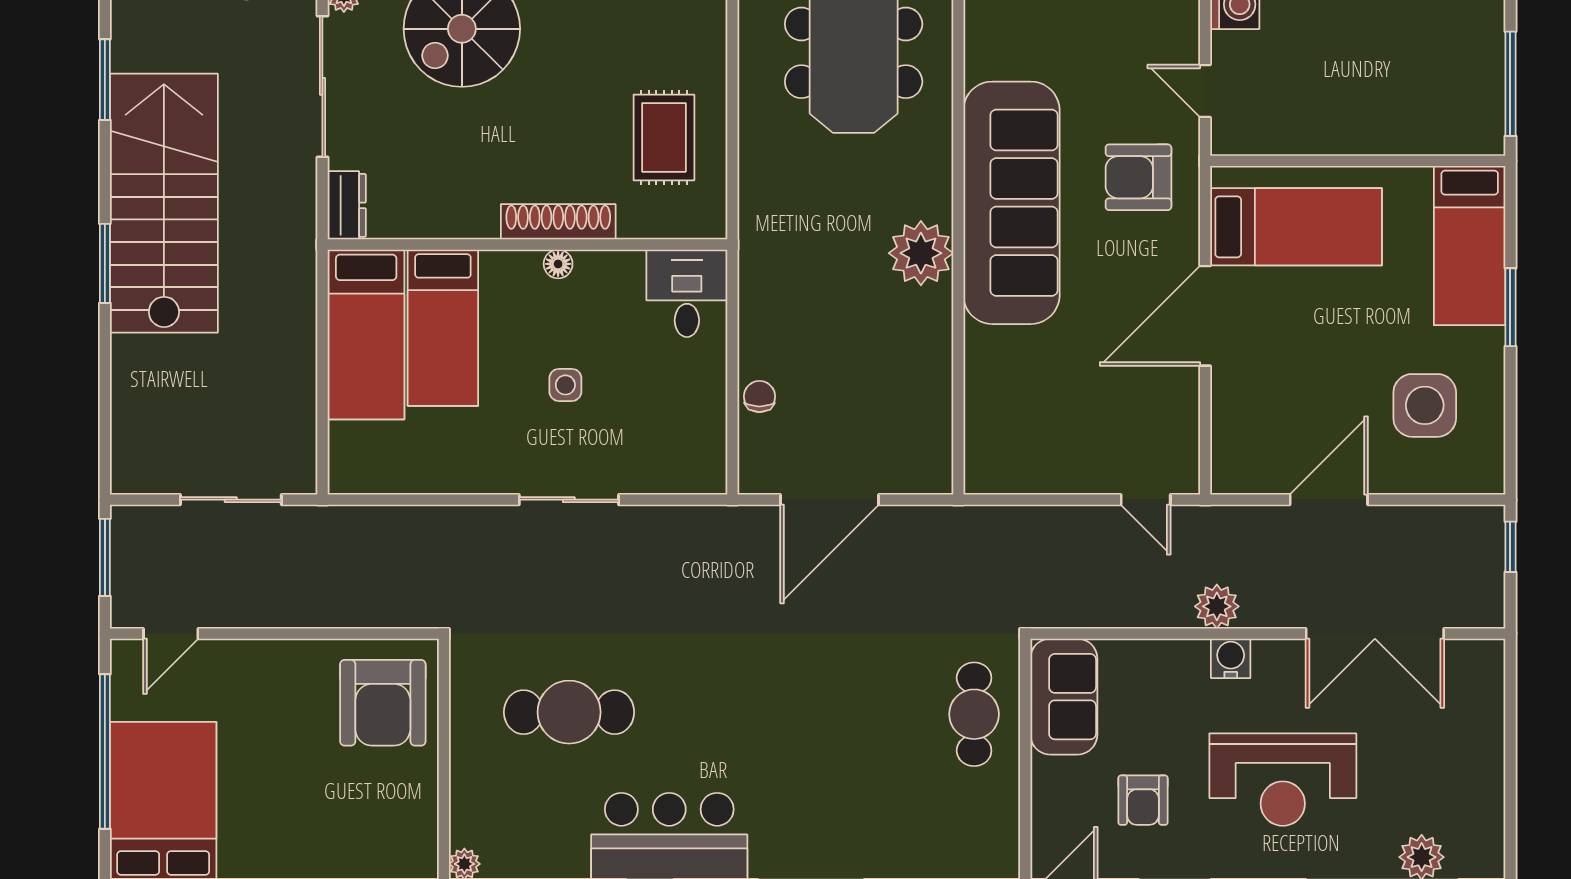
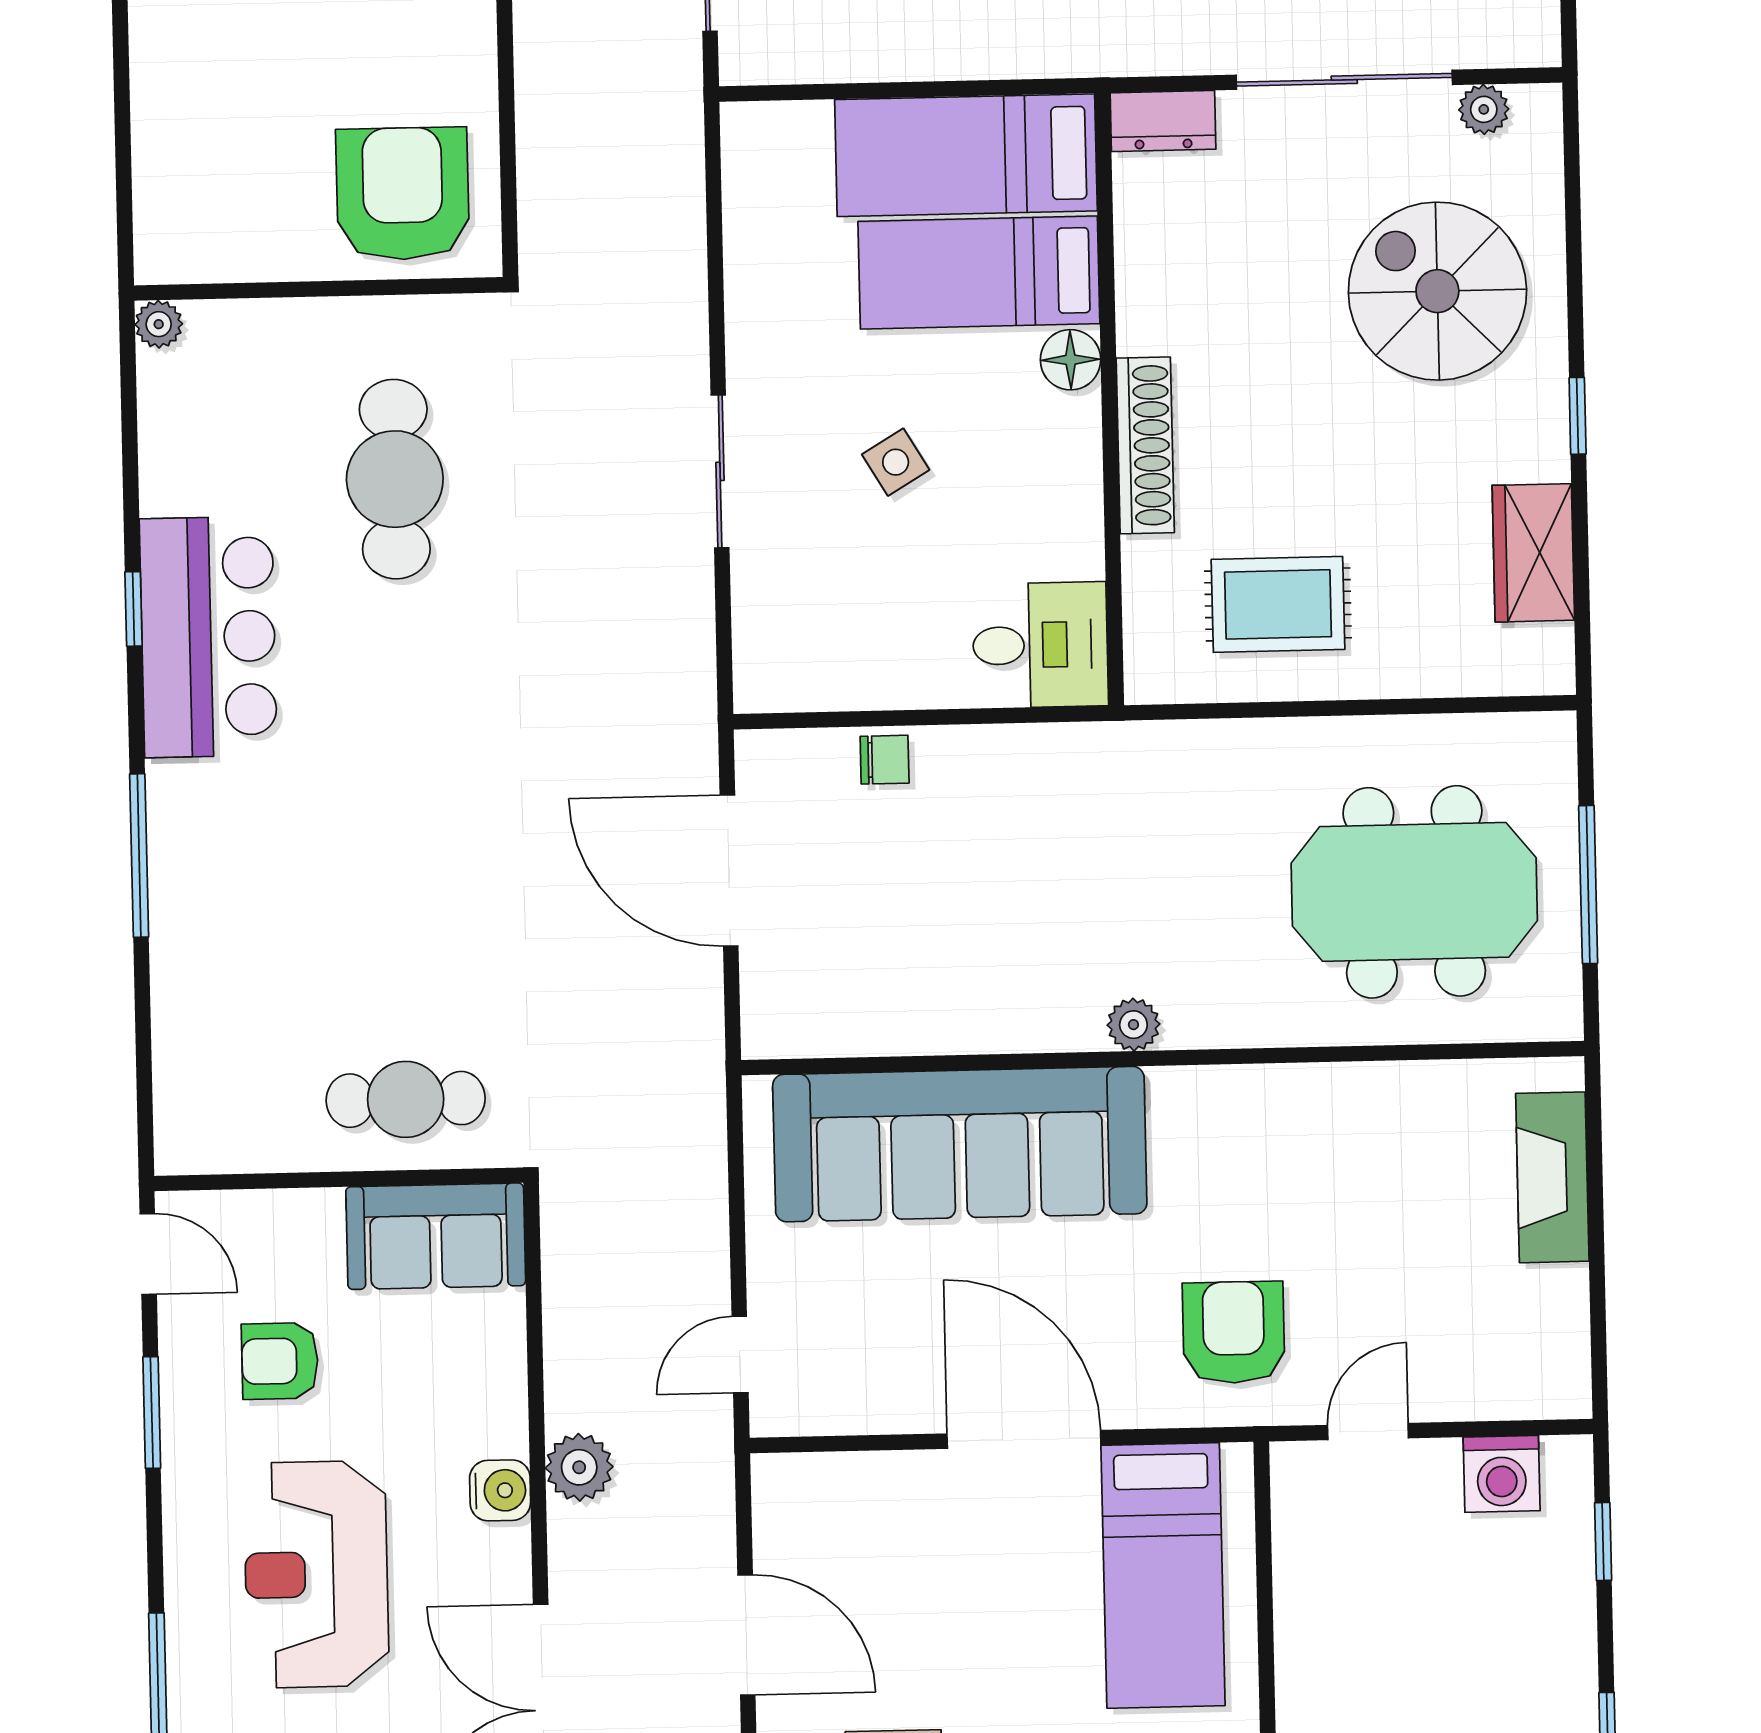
sofa: (1011, 203) -> (960, 1144), moved
plant: (921, 253) -> (1133, 1025), width x0.53, depth x0.53
floor lamp: (558, 264) -> (1071, 360), moved, width x1.37, depth x1.37
side table: (565, 385) -> (896, 462), turned -31
armchair: (383, 703) -> (403, 194), turned 90

